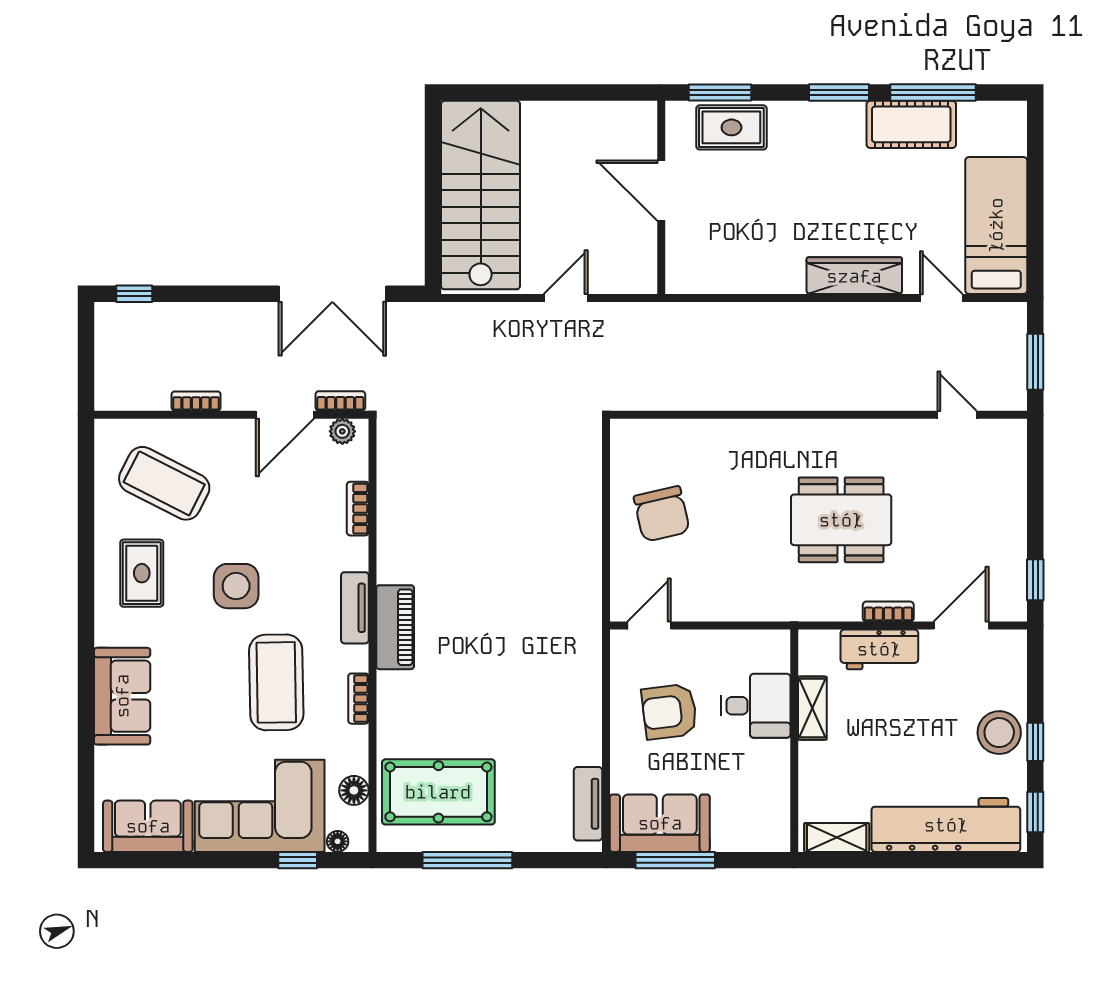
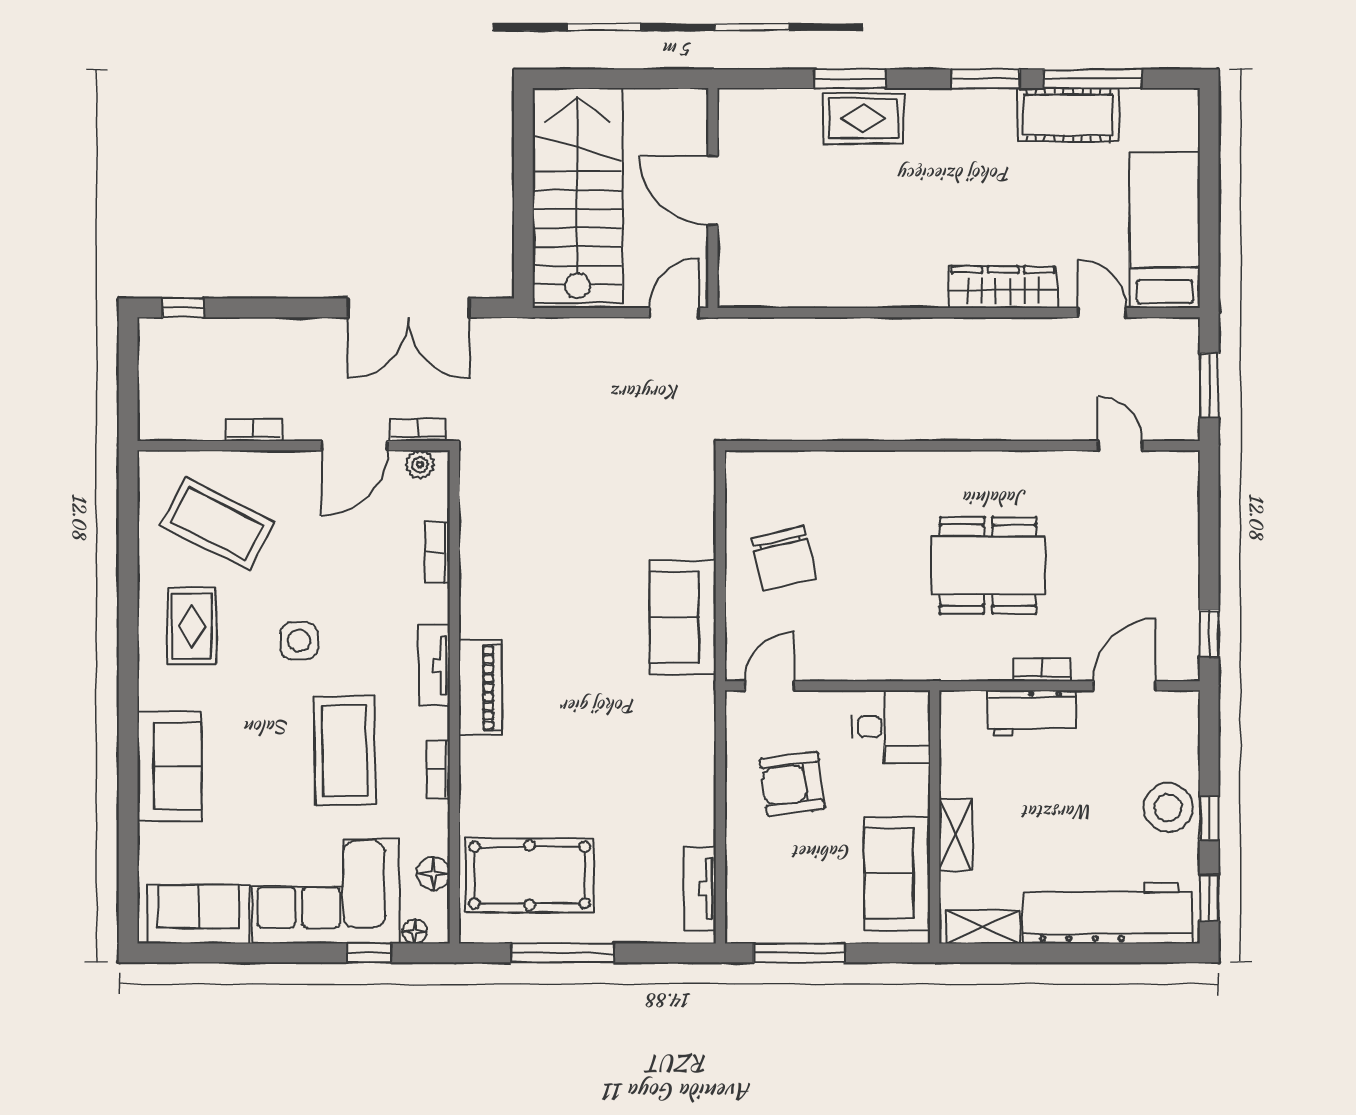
door: (661, 191) -> (713, 190), moved
wall: (661, 197) -> (713, 198), moved
sofa: (573, 566) -> (683, 618), added
side table: (236, 586) -> (299, 641), width x0.73, depth x0.73
desk: (756, 706) -> (891, 727), moved
shelving: (812, 708) -> (955, 835), moved
sofa: (660, 823) -> (897, 873), moved, turned -90

